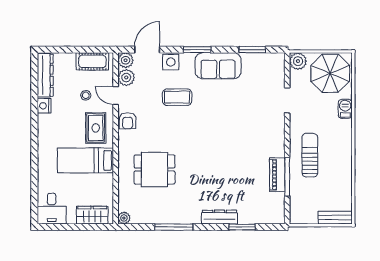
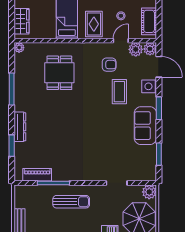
armchair: (128, 121) -> (109, 65), moved, turned 180
rug: (96, 128) -> (94, 24), turned 90
piano: (277, 175) -> (37, 175), moved

